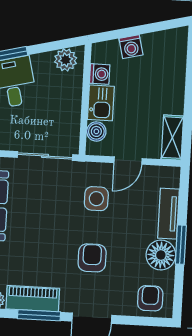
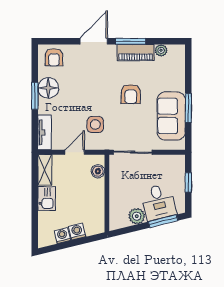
plant: (66, 60) -> (137, 216), moved
washing machine: (100, 74) -> (62, 236), moved, turned 76
kitchen sink: (101, 103) -> (47, 199), moved, turned 180
tv unit: (168, 214) -> (45, 132), moved
armchair: (92, 258) -> (131, 94), moved

